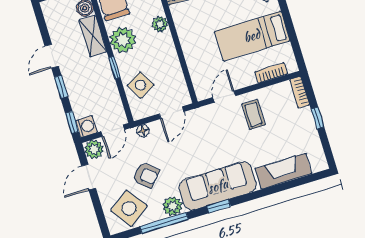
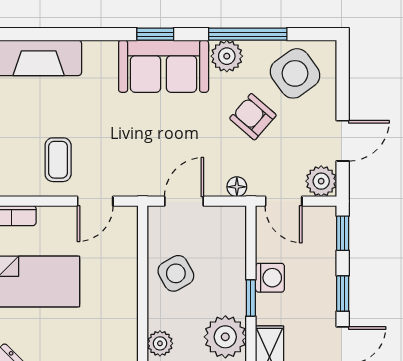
side table: (141, 85) -> (176, 273), moved
washing machine: (86, 126) -> (270, 278), moved, turned 180
door: (113, 131) -> (284, 201), swing flipped
sofa: (218, 186) -> (164, 66), width x0.73

